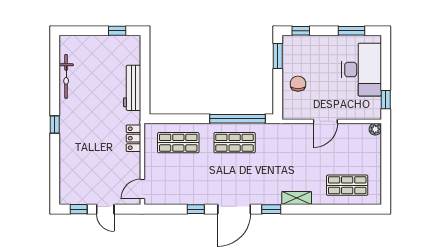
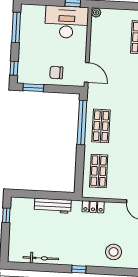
window: (352, 31) -> (16, 27), width x1.44
desk: (361, 70) -> (67, 22), moved
door: (325, 121) -> (87, 72), moved
stool: (79, 167) -> (114, 252), added

